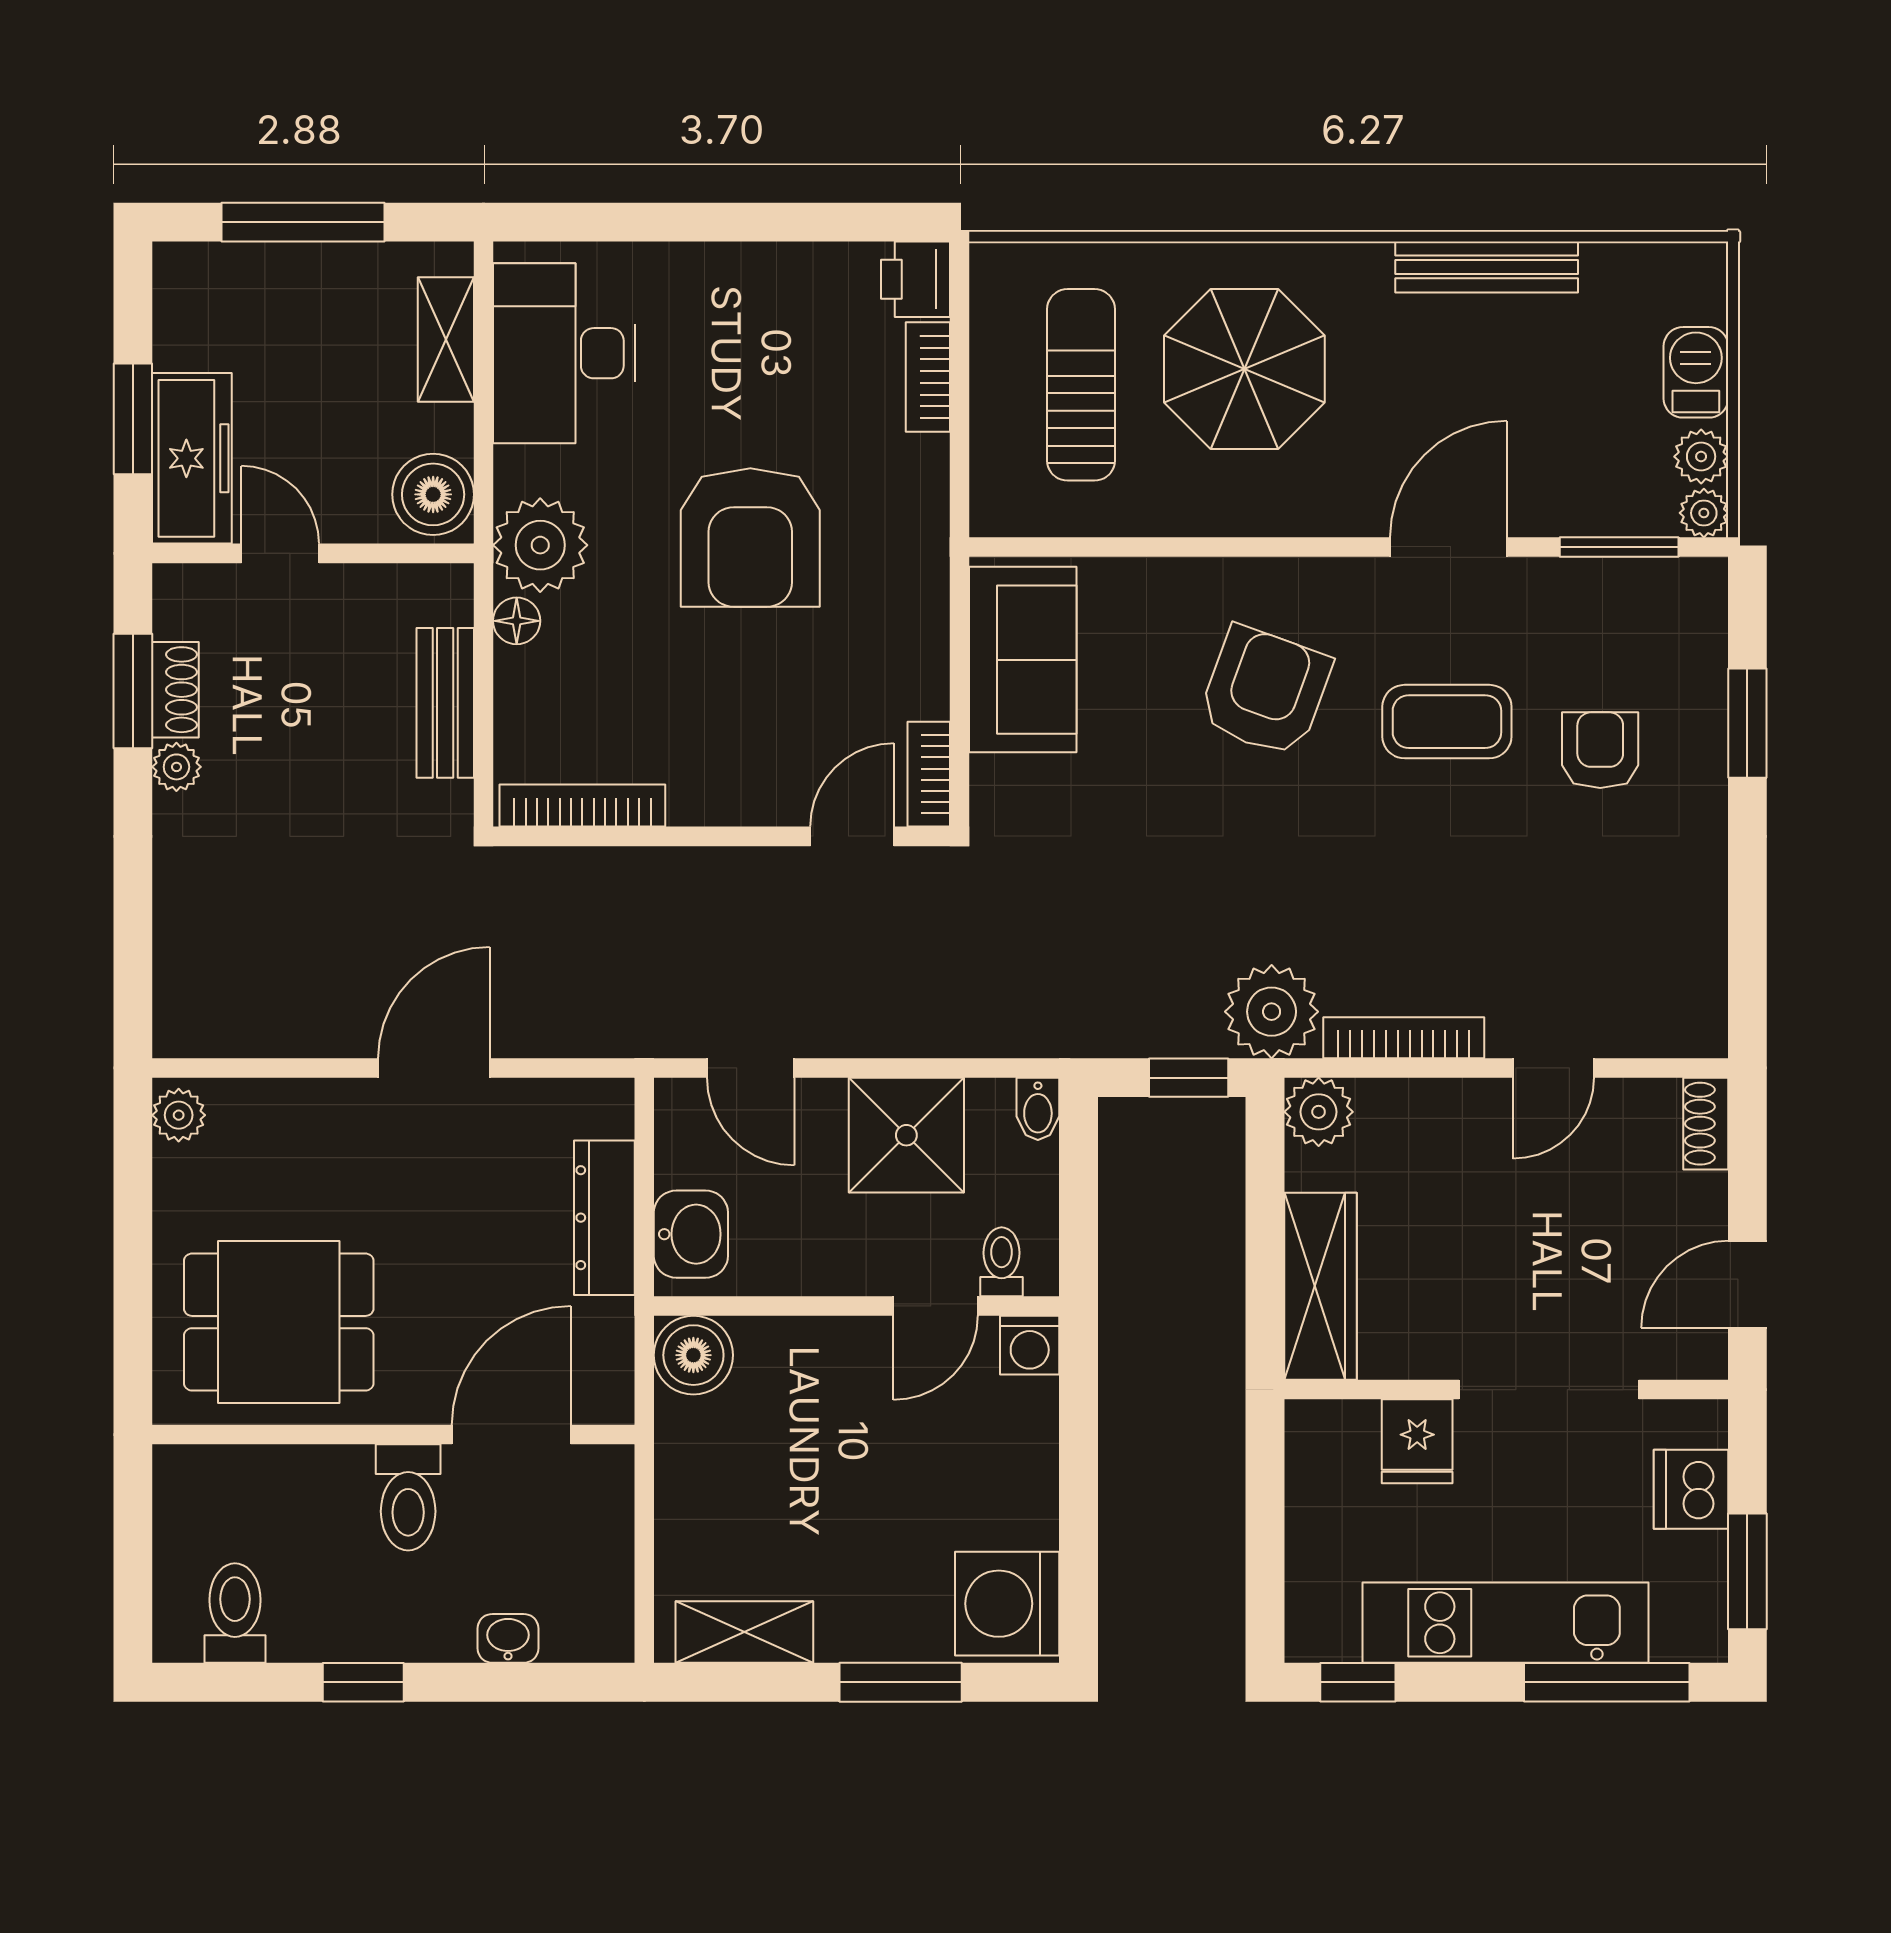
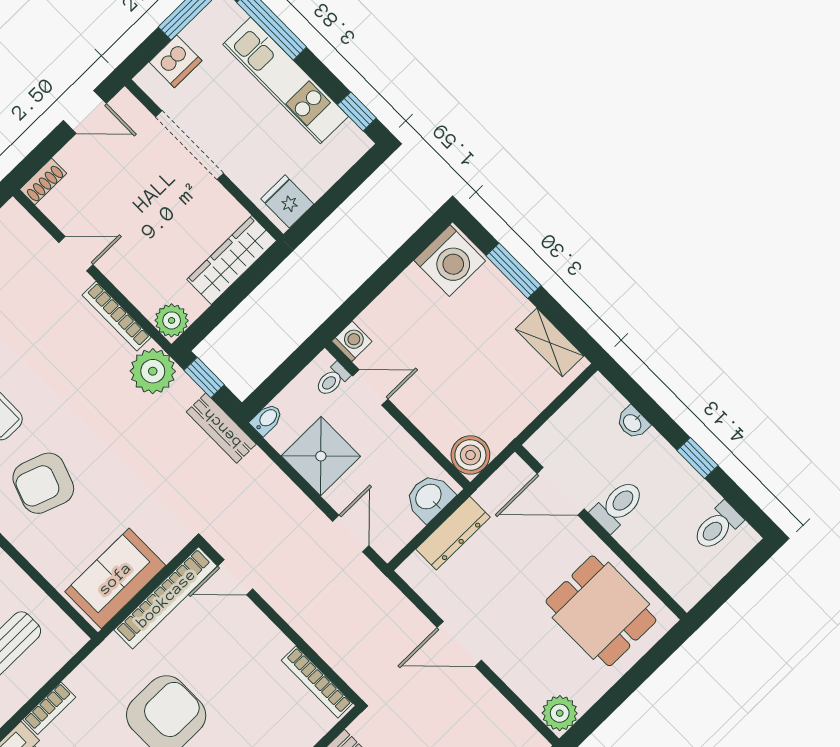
bookcase: (929, 774) -> (166, 598), width x2.31, depth x1.31
bench: (1090, 1030) -> (221, 428), added
plant: (179, 1115) -> (560, 713), width x1.38, depth x1.38
fridge: (1417, 1441) -> (287, 201), moved, turned -90

